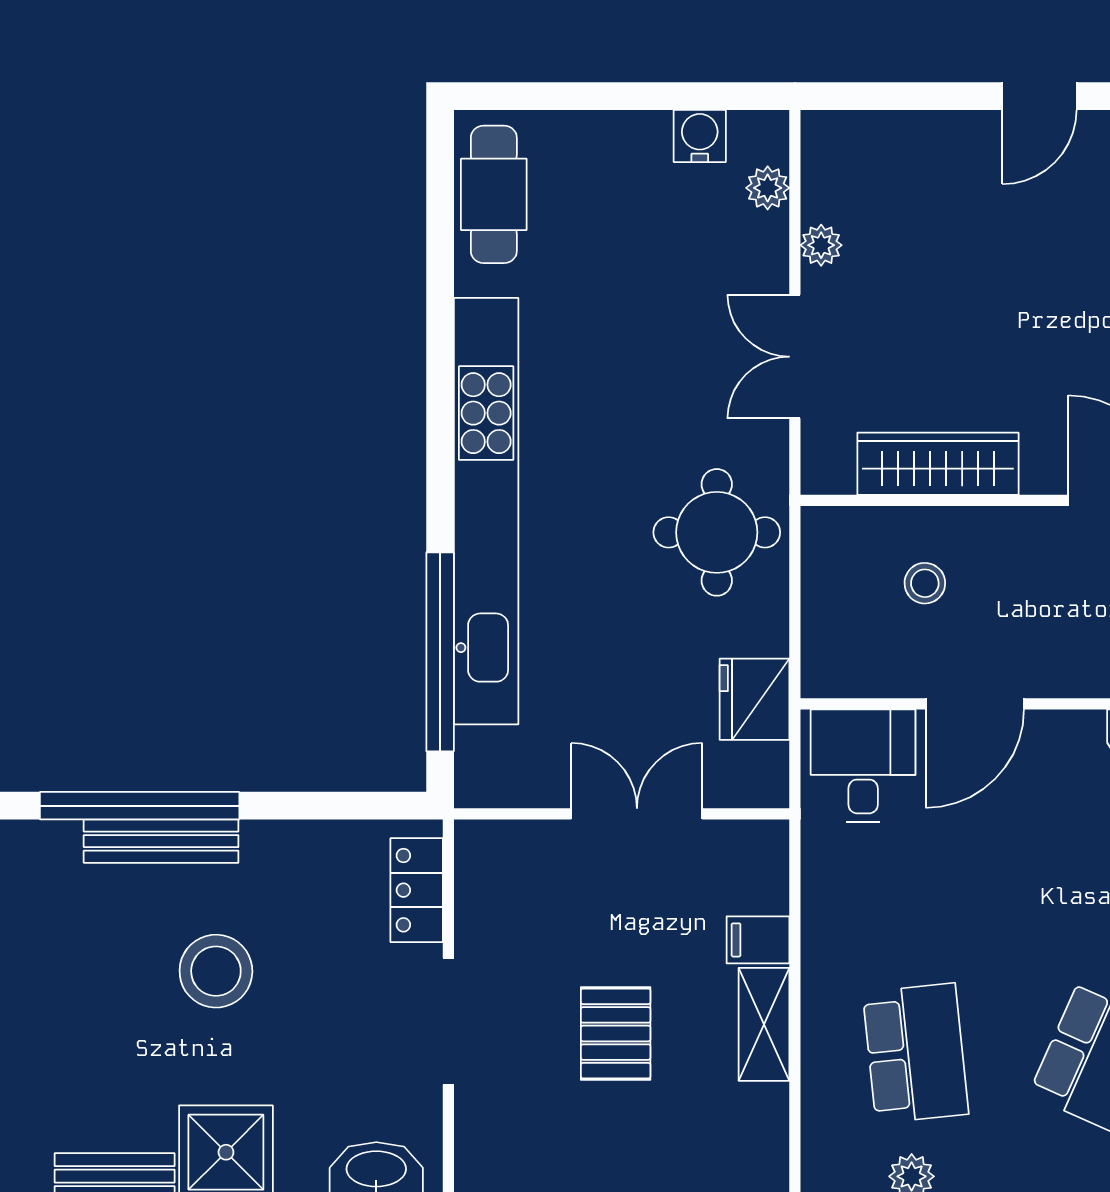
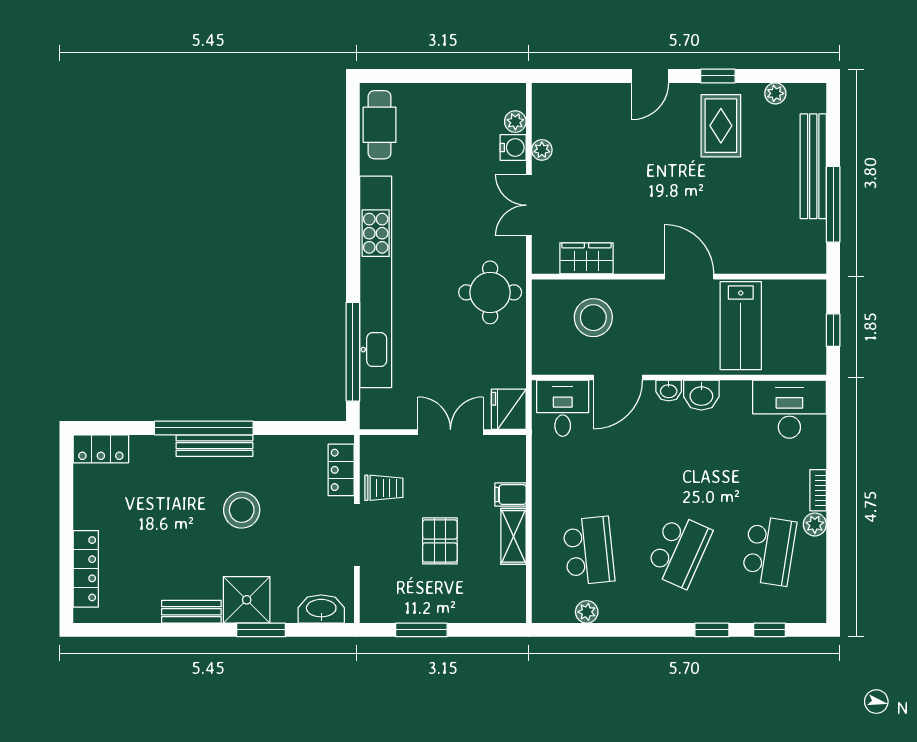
water cooler: (700, 136) -> (513, 147), moved, turned 90
wardrobe: (938, 464) -> (586, 258), width x0.67
stool: (925, 583) -> (593, 318), width x1.89, depth x1.89
fridge: (754, 699) -> (509, 409), moved
washbasin: (1077, 730) -> (669, 391), added
trolley: (503, 926) -> (384, 488), added

